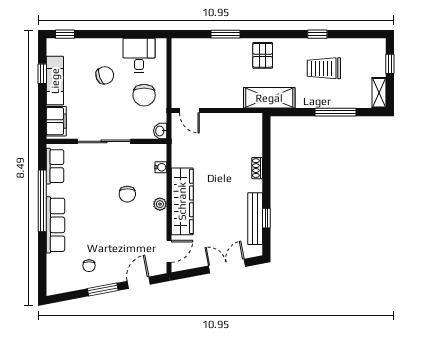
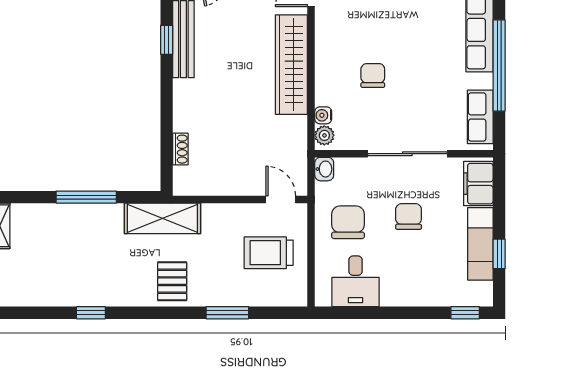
trolley: (324, 68) -> (269, 253), moved, turned 180
chair: (105, 75) -> (409, 216), moved, turned 111
window: (335, 112) -> (86, 197), moved
shoe rack: (257, 168) -> (180, 149), moved
plant: (160, 204) -> (324, 135), moved

